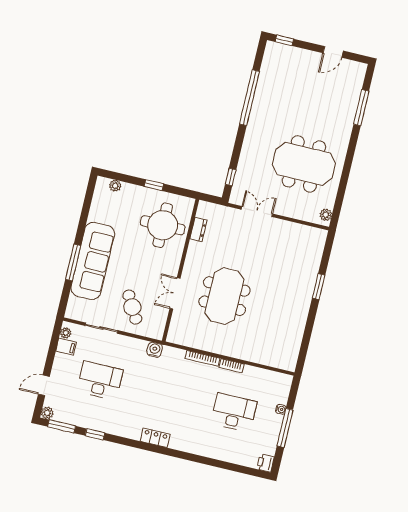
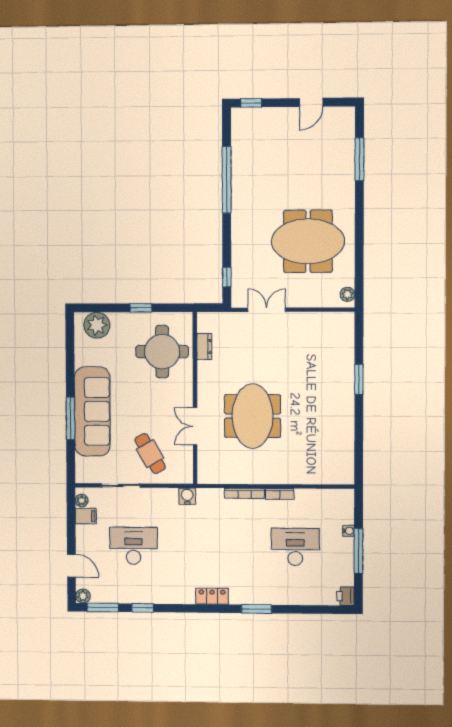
plant: (115, 186) -> (97, 325), width x1.88, depth x1.88
door: (44, 385) -> (71, 566), swing flipped
window: (189, 457) -> (256, 609), added

